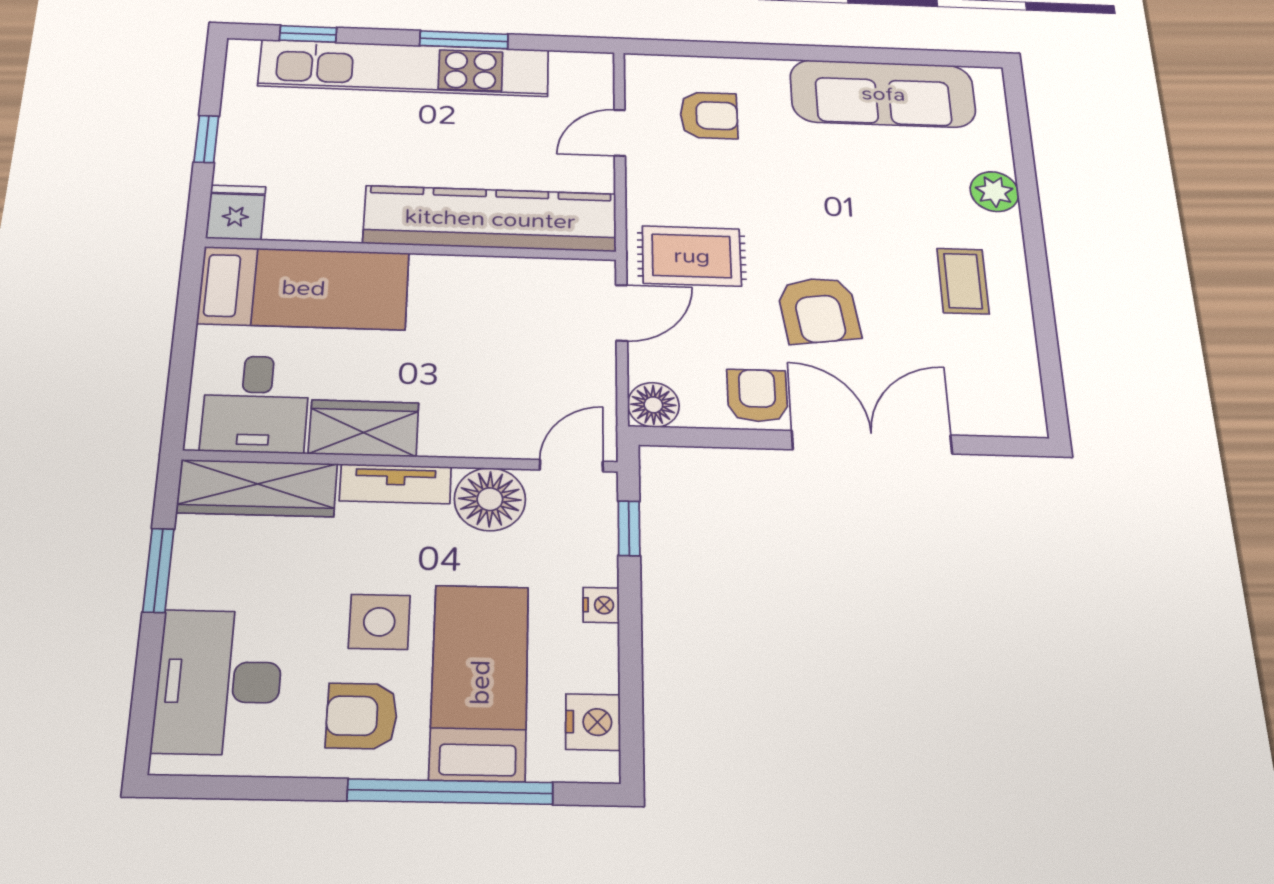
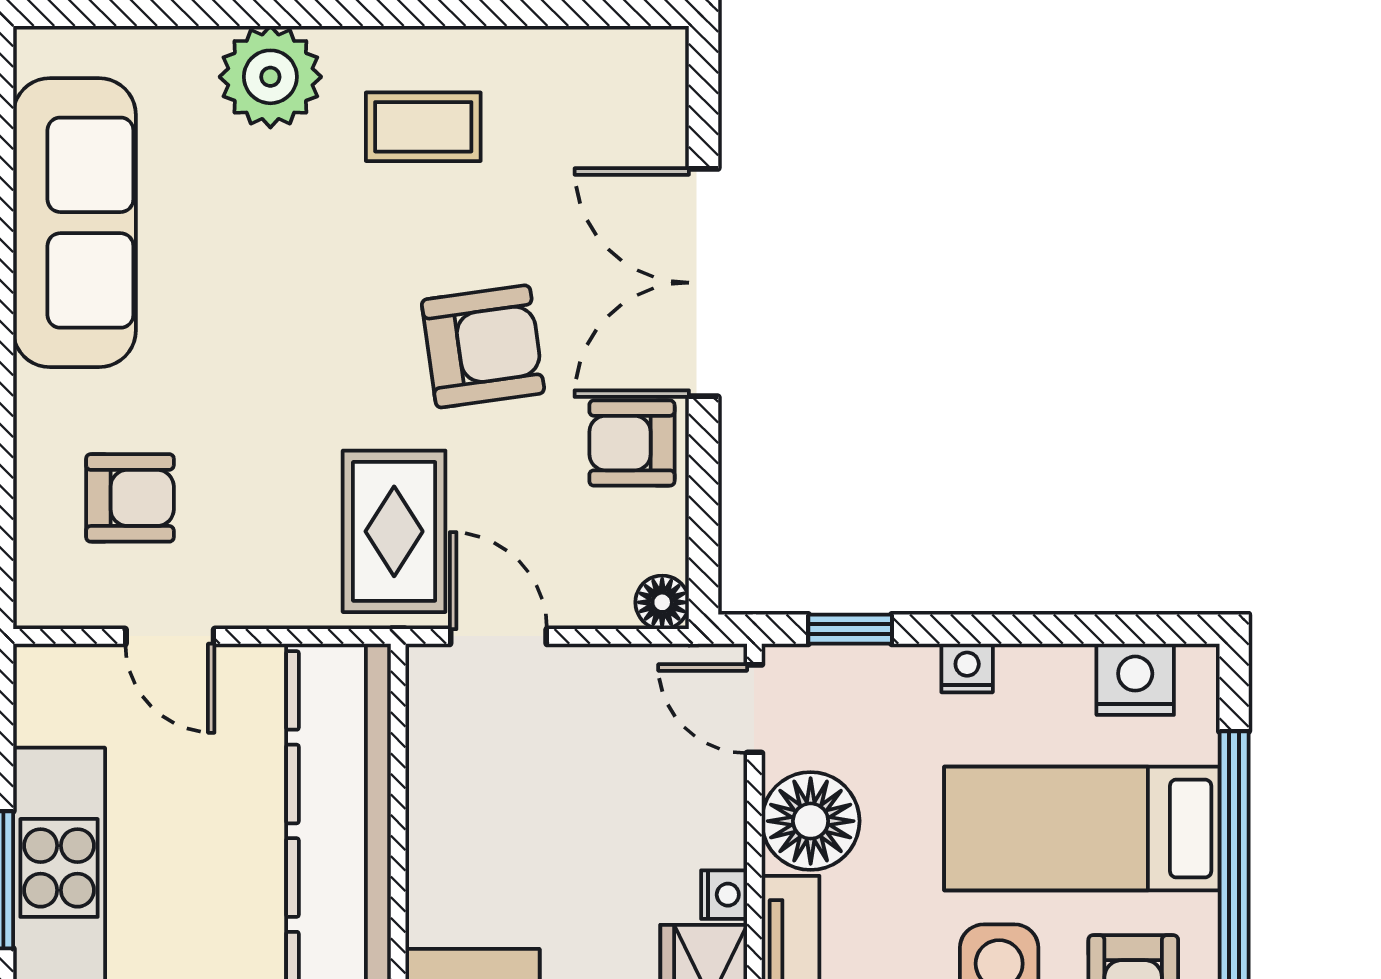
armchair: (709, 115) -> (130, 498), turned 90
plant: (994, 192) -> (270, 77), width x1.36, depth x1.36
floor lamp: (653, 405) -> (662, 602), width x0.73, depth x0.73
nightstand: (438, 443) -> (724, 895), added

